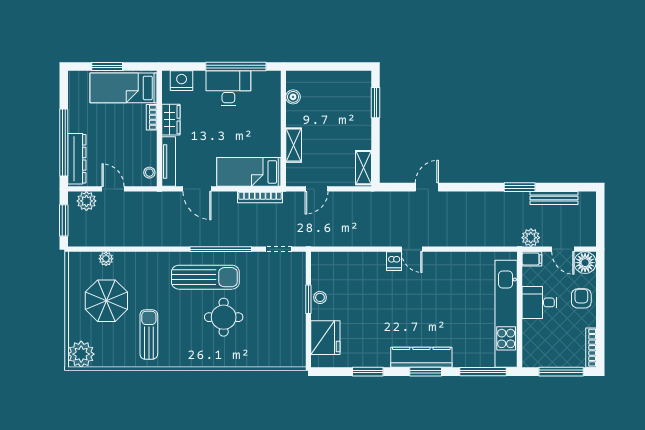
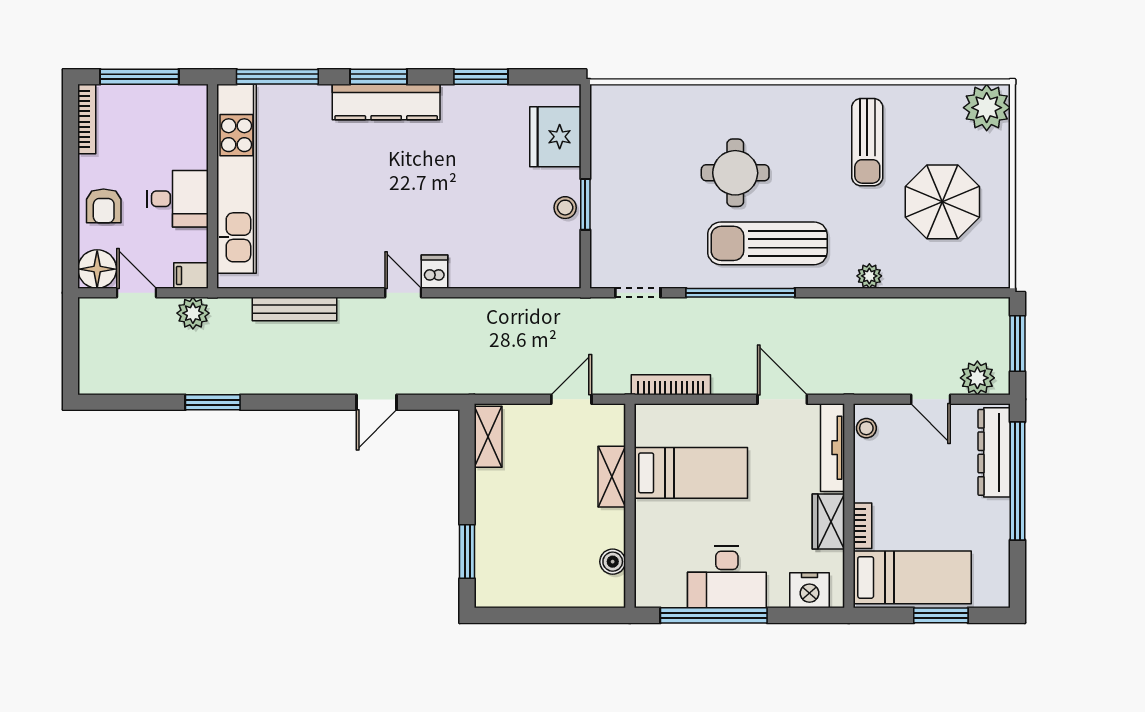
bed: (249, 172) -> (691, 473), moved
bench: (554, 198) -> (294, 309), moved
plant: (106, 259) -> (869, 276), moved

